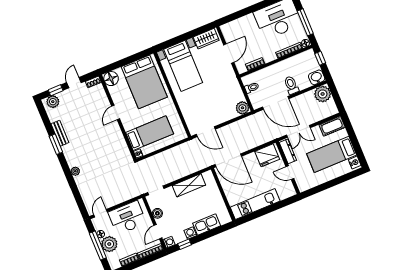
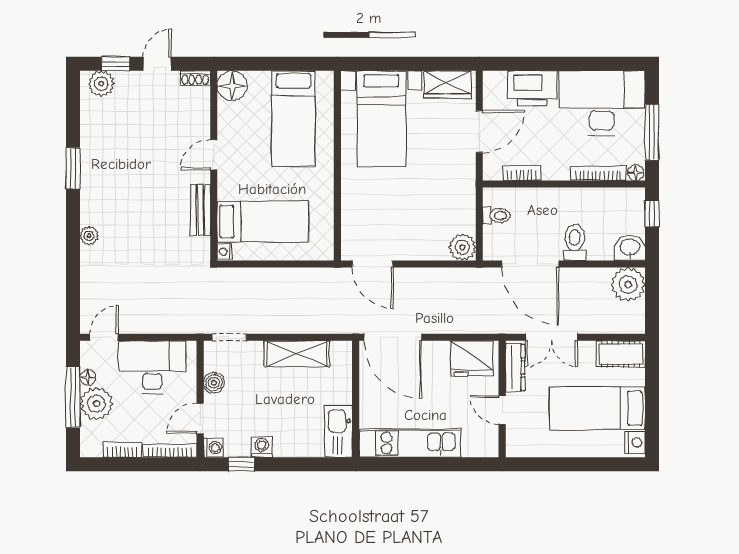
printer: (244, 25) -> (532, 88), added
bed: (144, 82) -> (293, 119), width x0.67
bench: (60, 133) -> (201, 210), moved
kitchen sink: (207, 225) -> (339, 431), moved, turned -90

